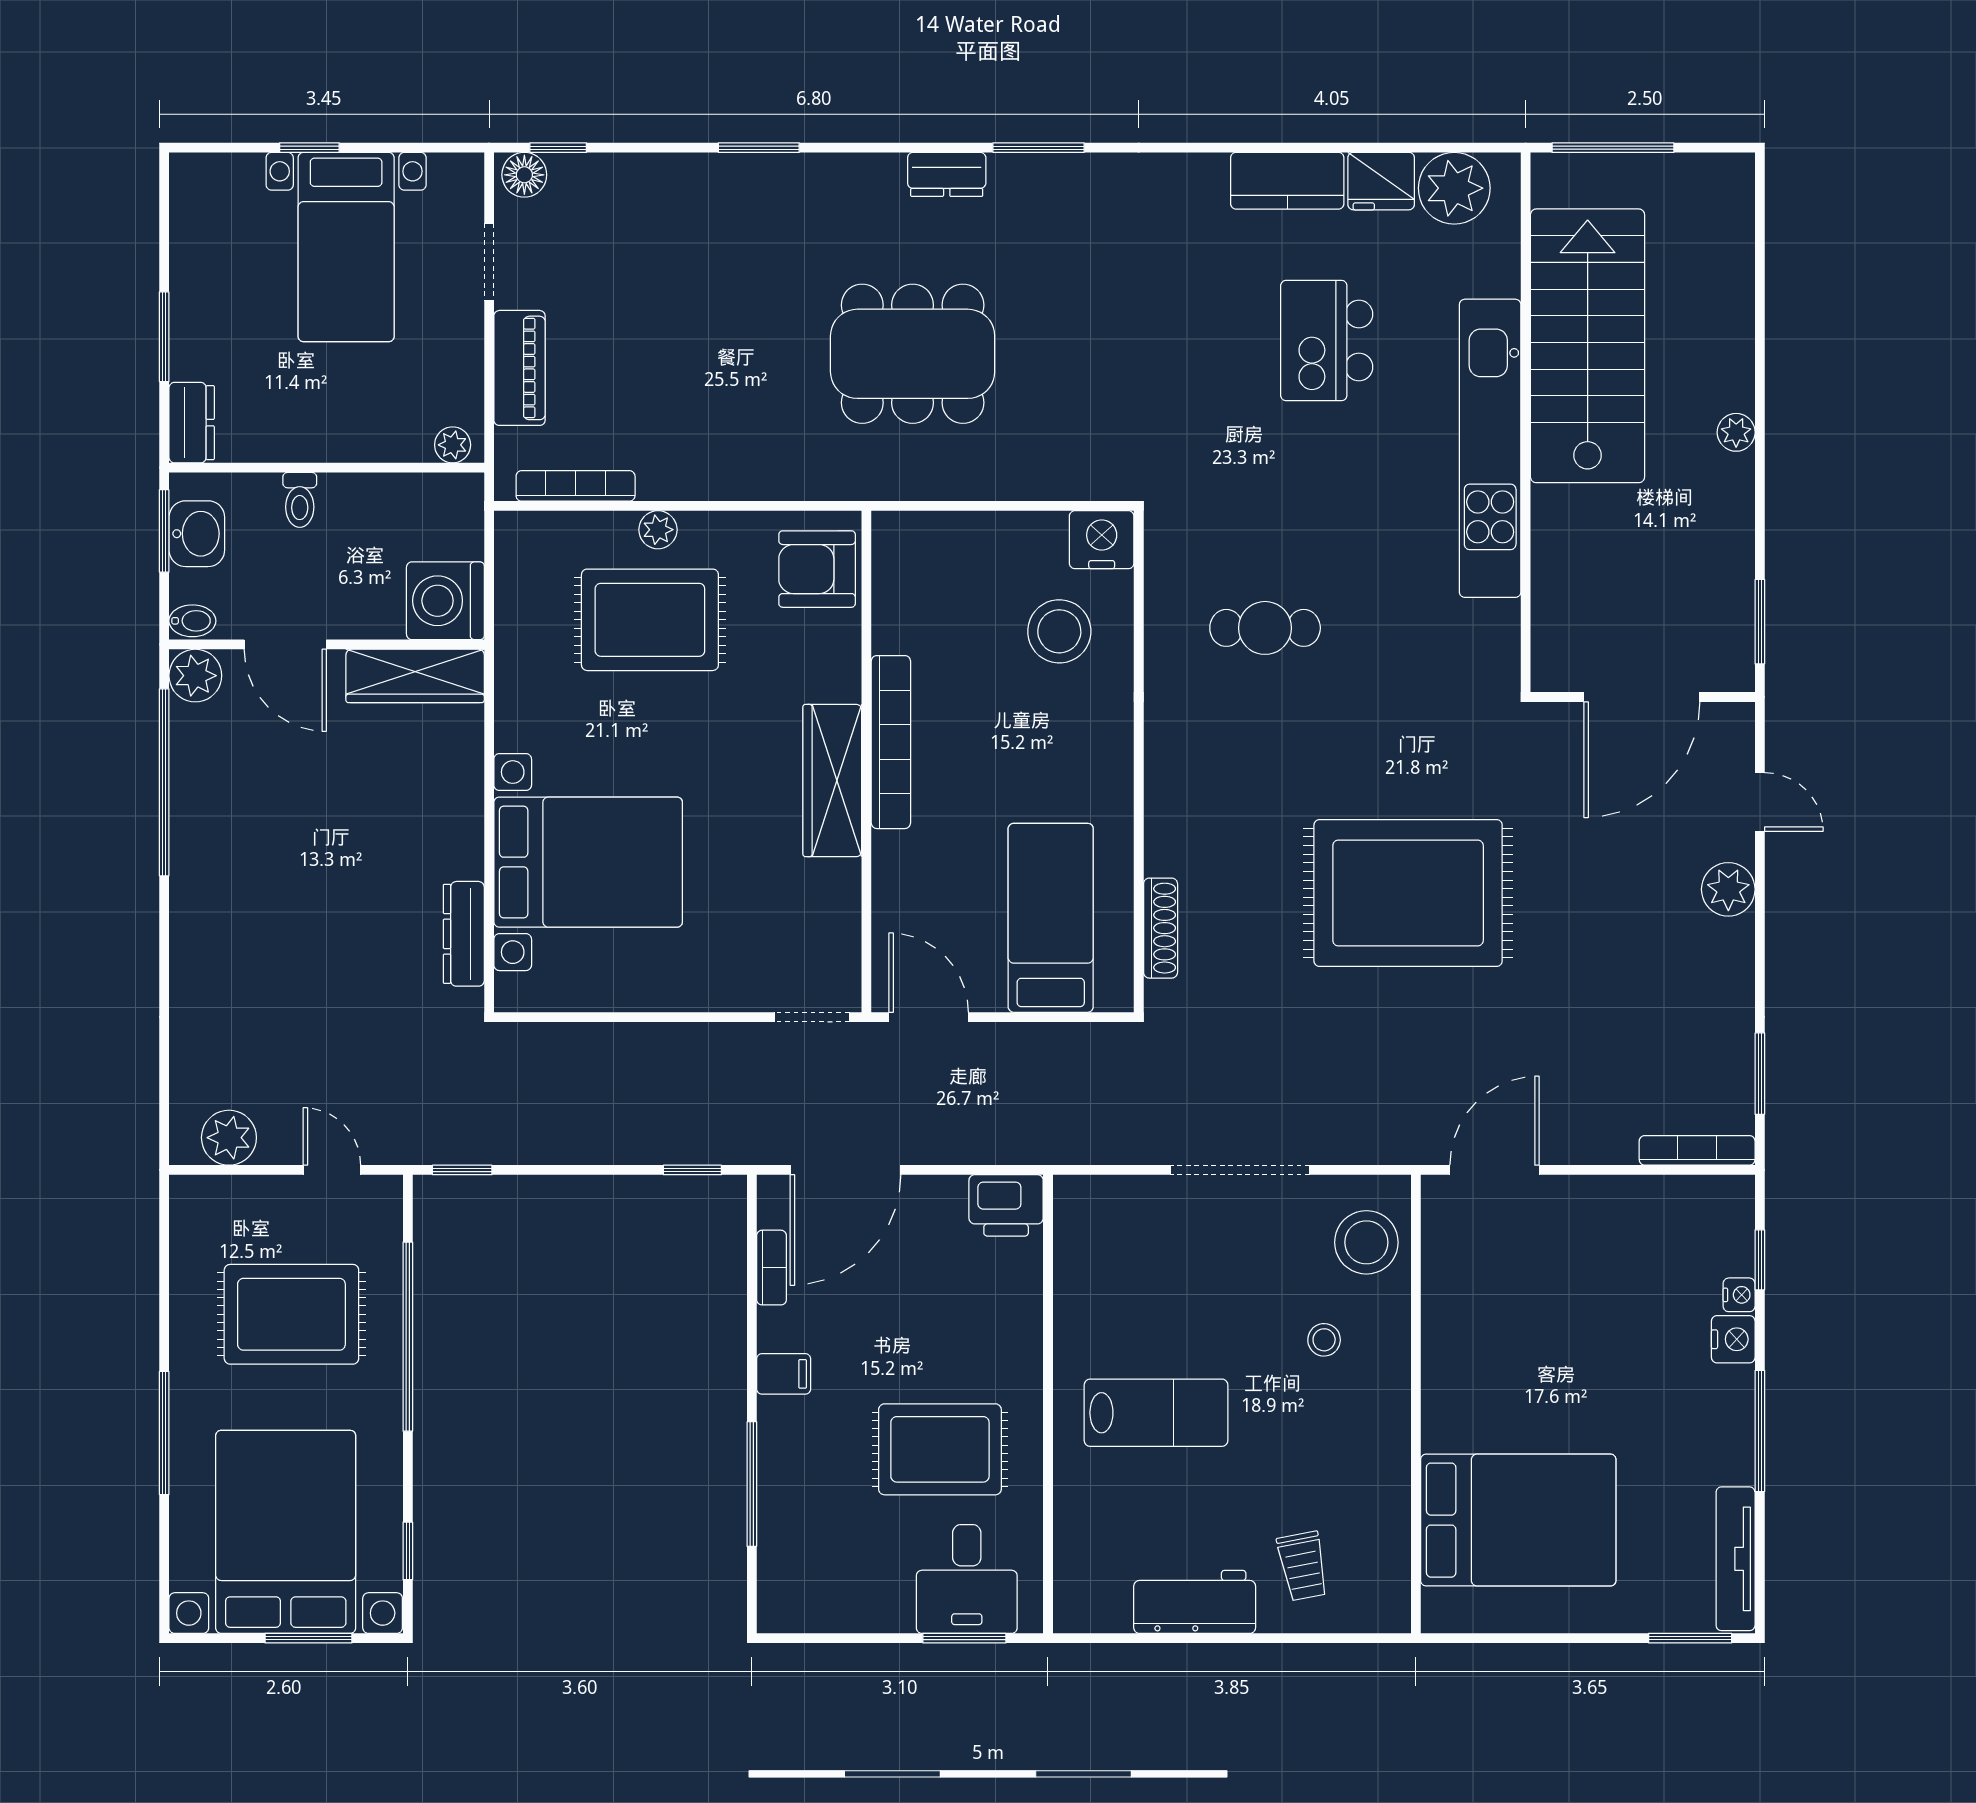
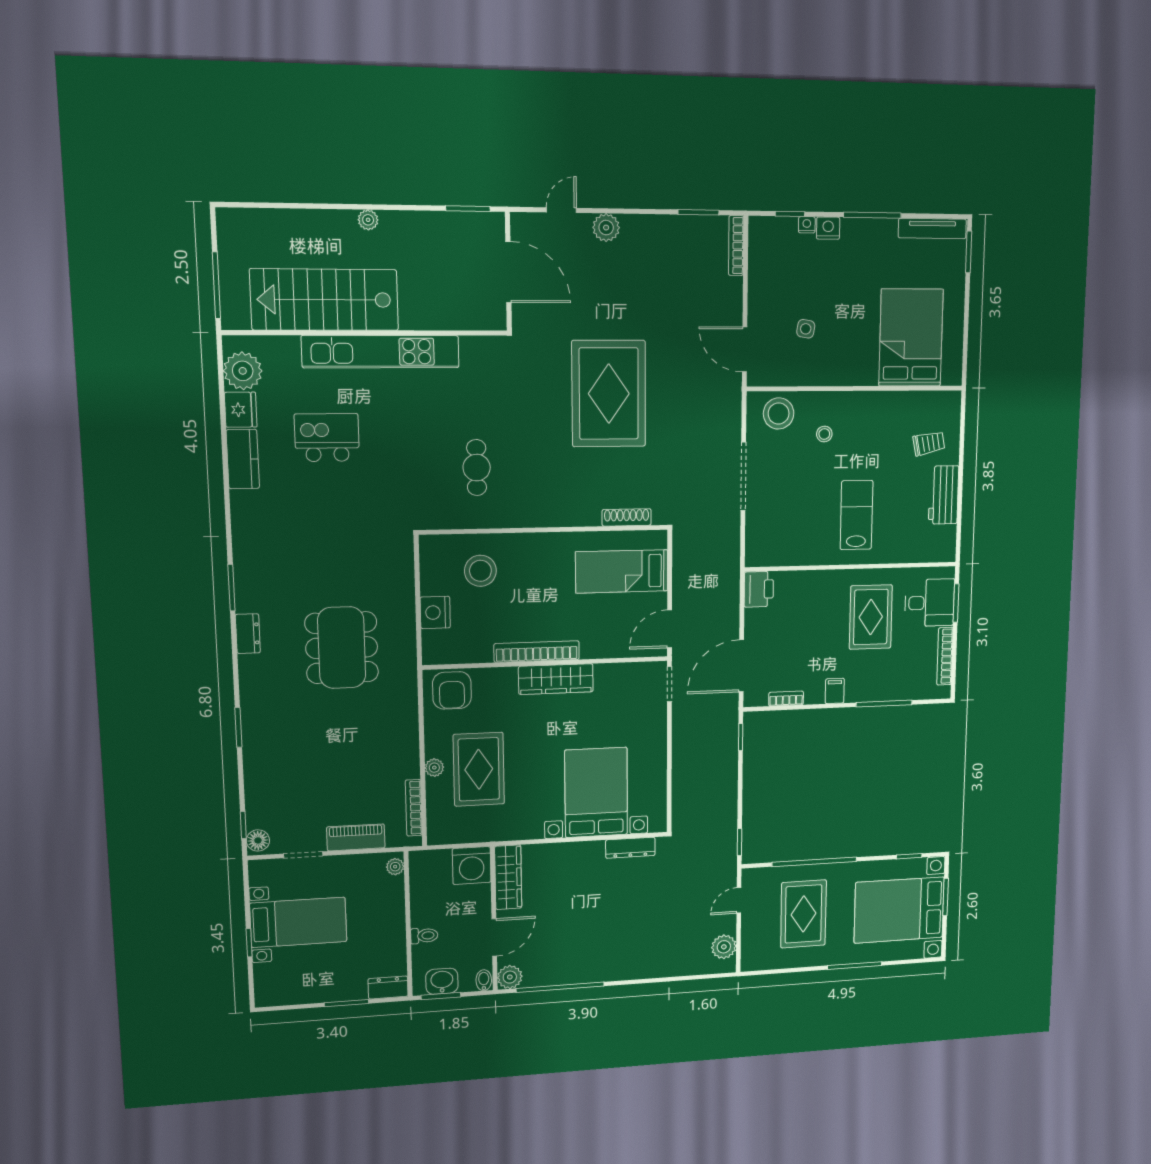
kitchen island: (1327, 341) -> (327, 438), turned 180
nightstand: (1102, 540) -> (435, 612), moved
door: (846, 1170) -> (741, 666), swing flipped
side table: (1535, 1296) -> (806, 329), added
bookcase: (850, 1617) -> (945, 656), added

